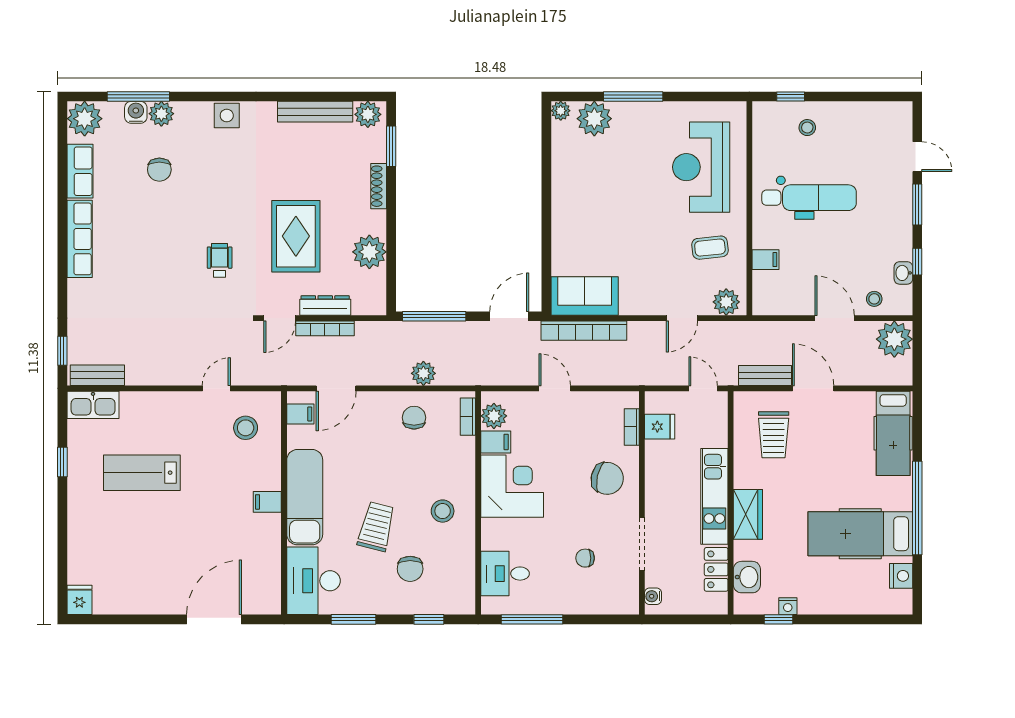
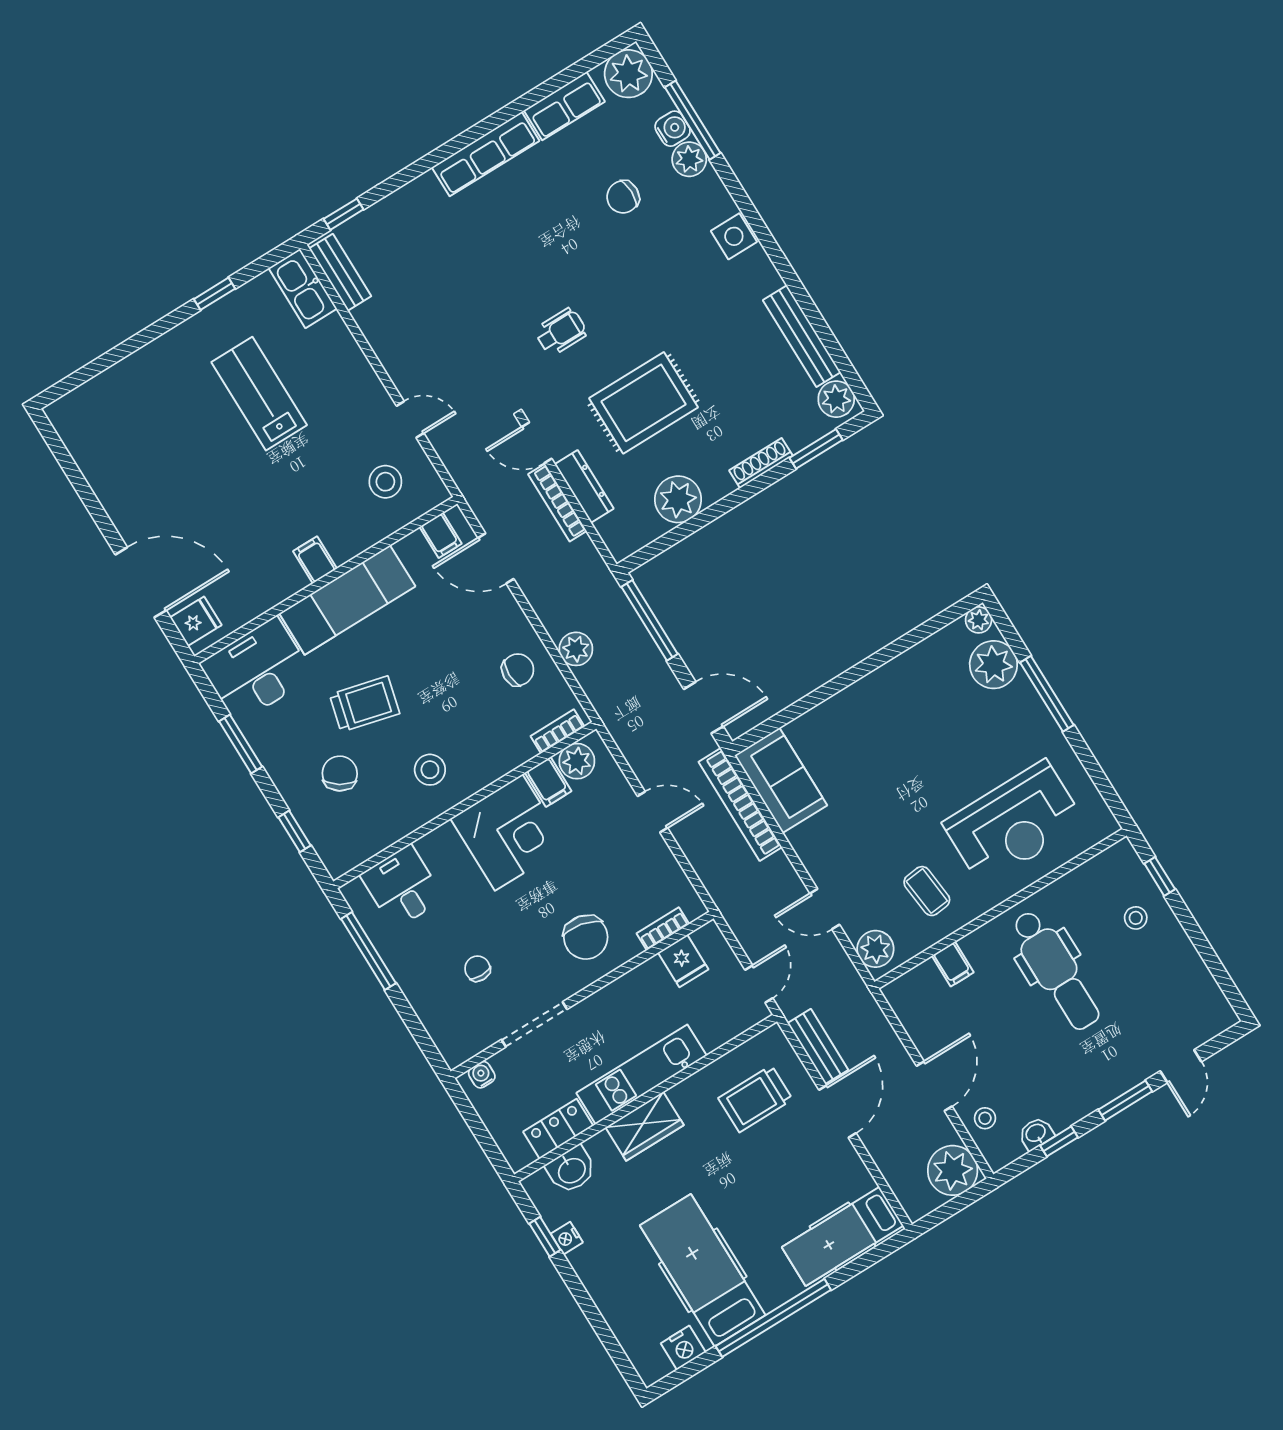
reception desk: (701, 167) -> (1014, 823), turned 180
door: (555, 388) -> (653, 812), hinge flipped
chair: (410, 569) -> (340, 773), turned 123
fridge: (79, 600) -> (196, 621), moved

